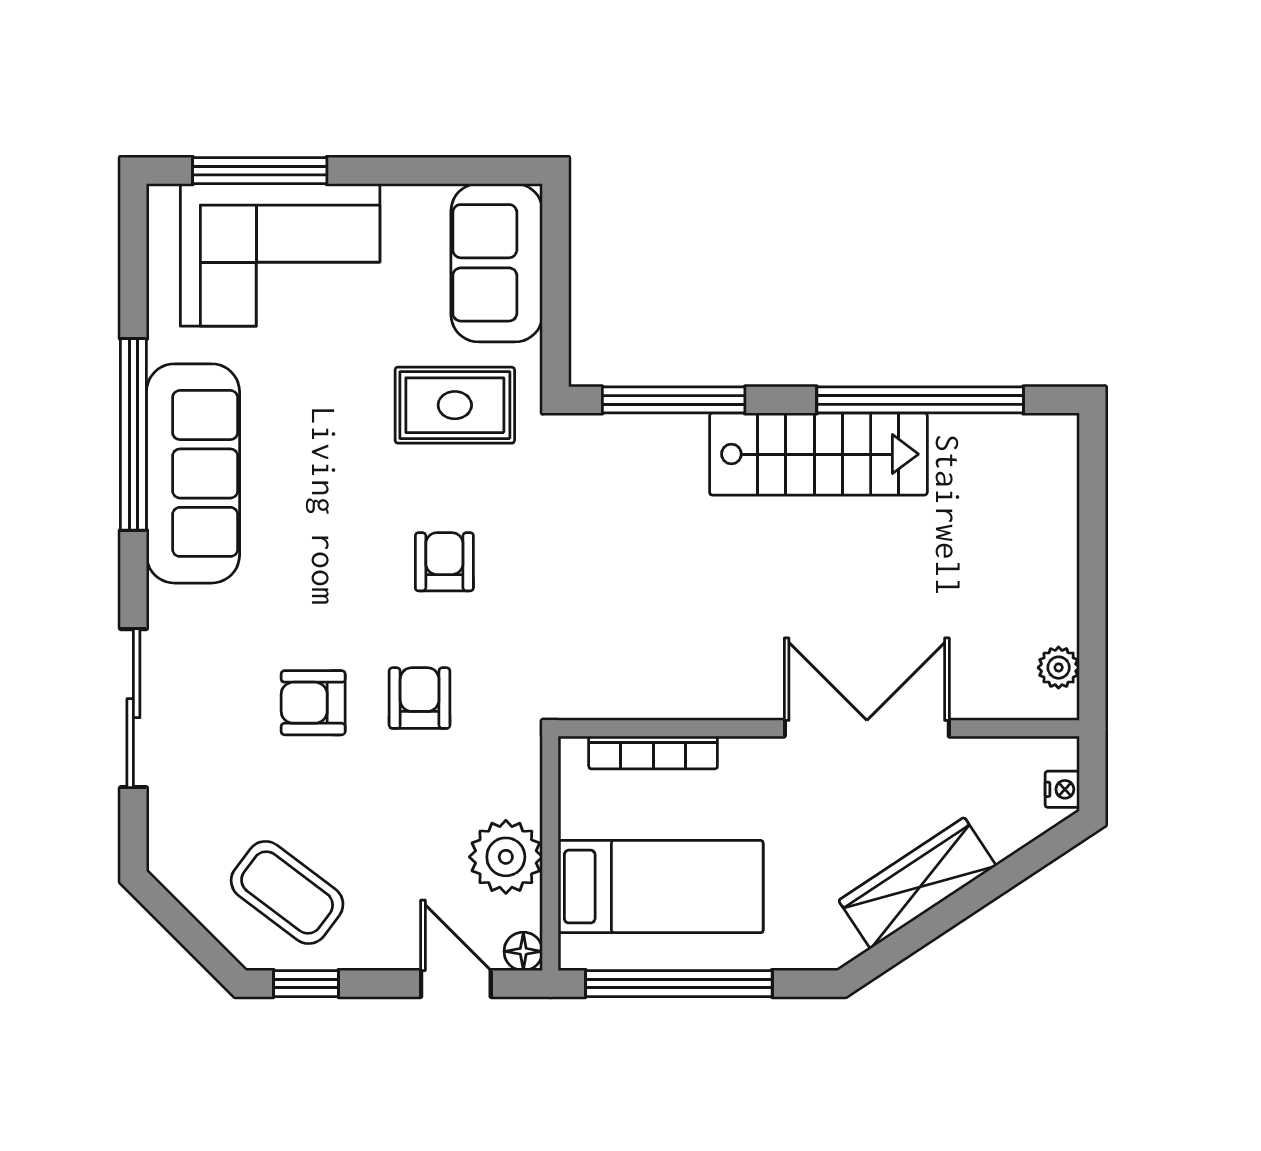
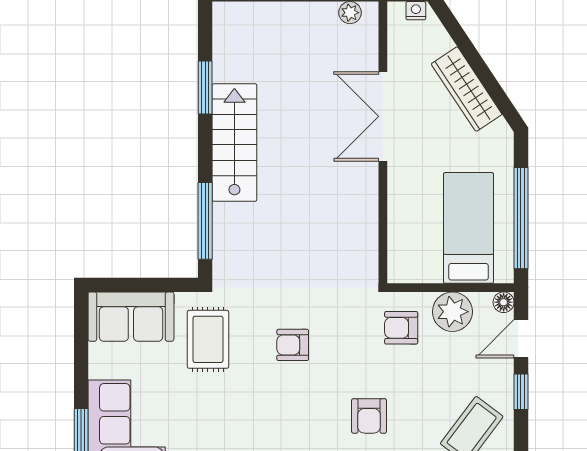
window: (920, 400) -> (205, 88), width x0.47
armchair: (420, 698) -> (401, 328), moved
bookcase: (653, 753) -> (396, 232), removed
window: (306, 984) -> (521, 392), moved

